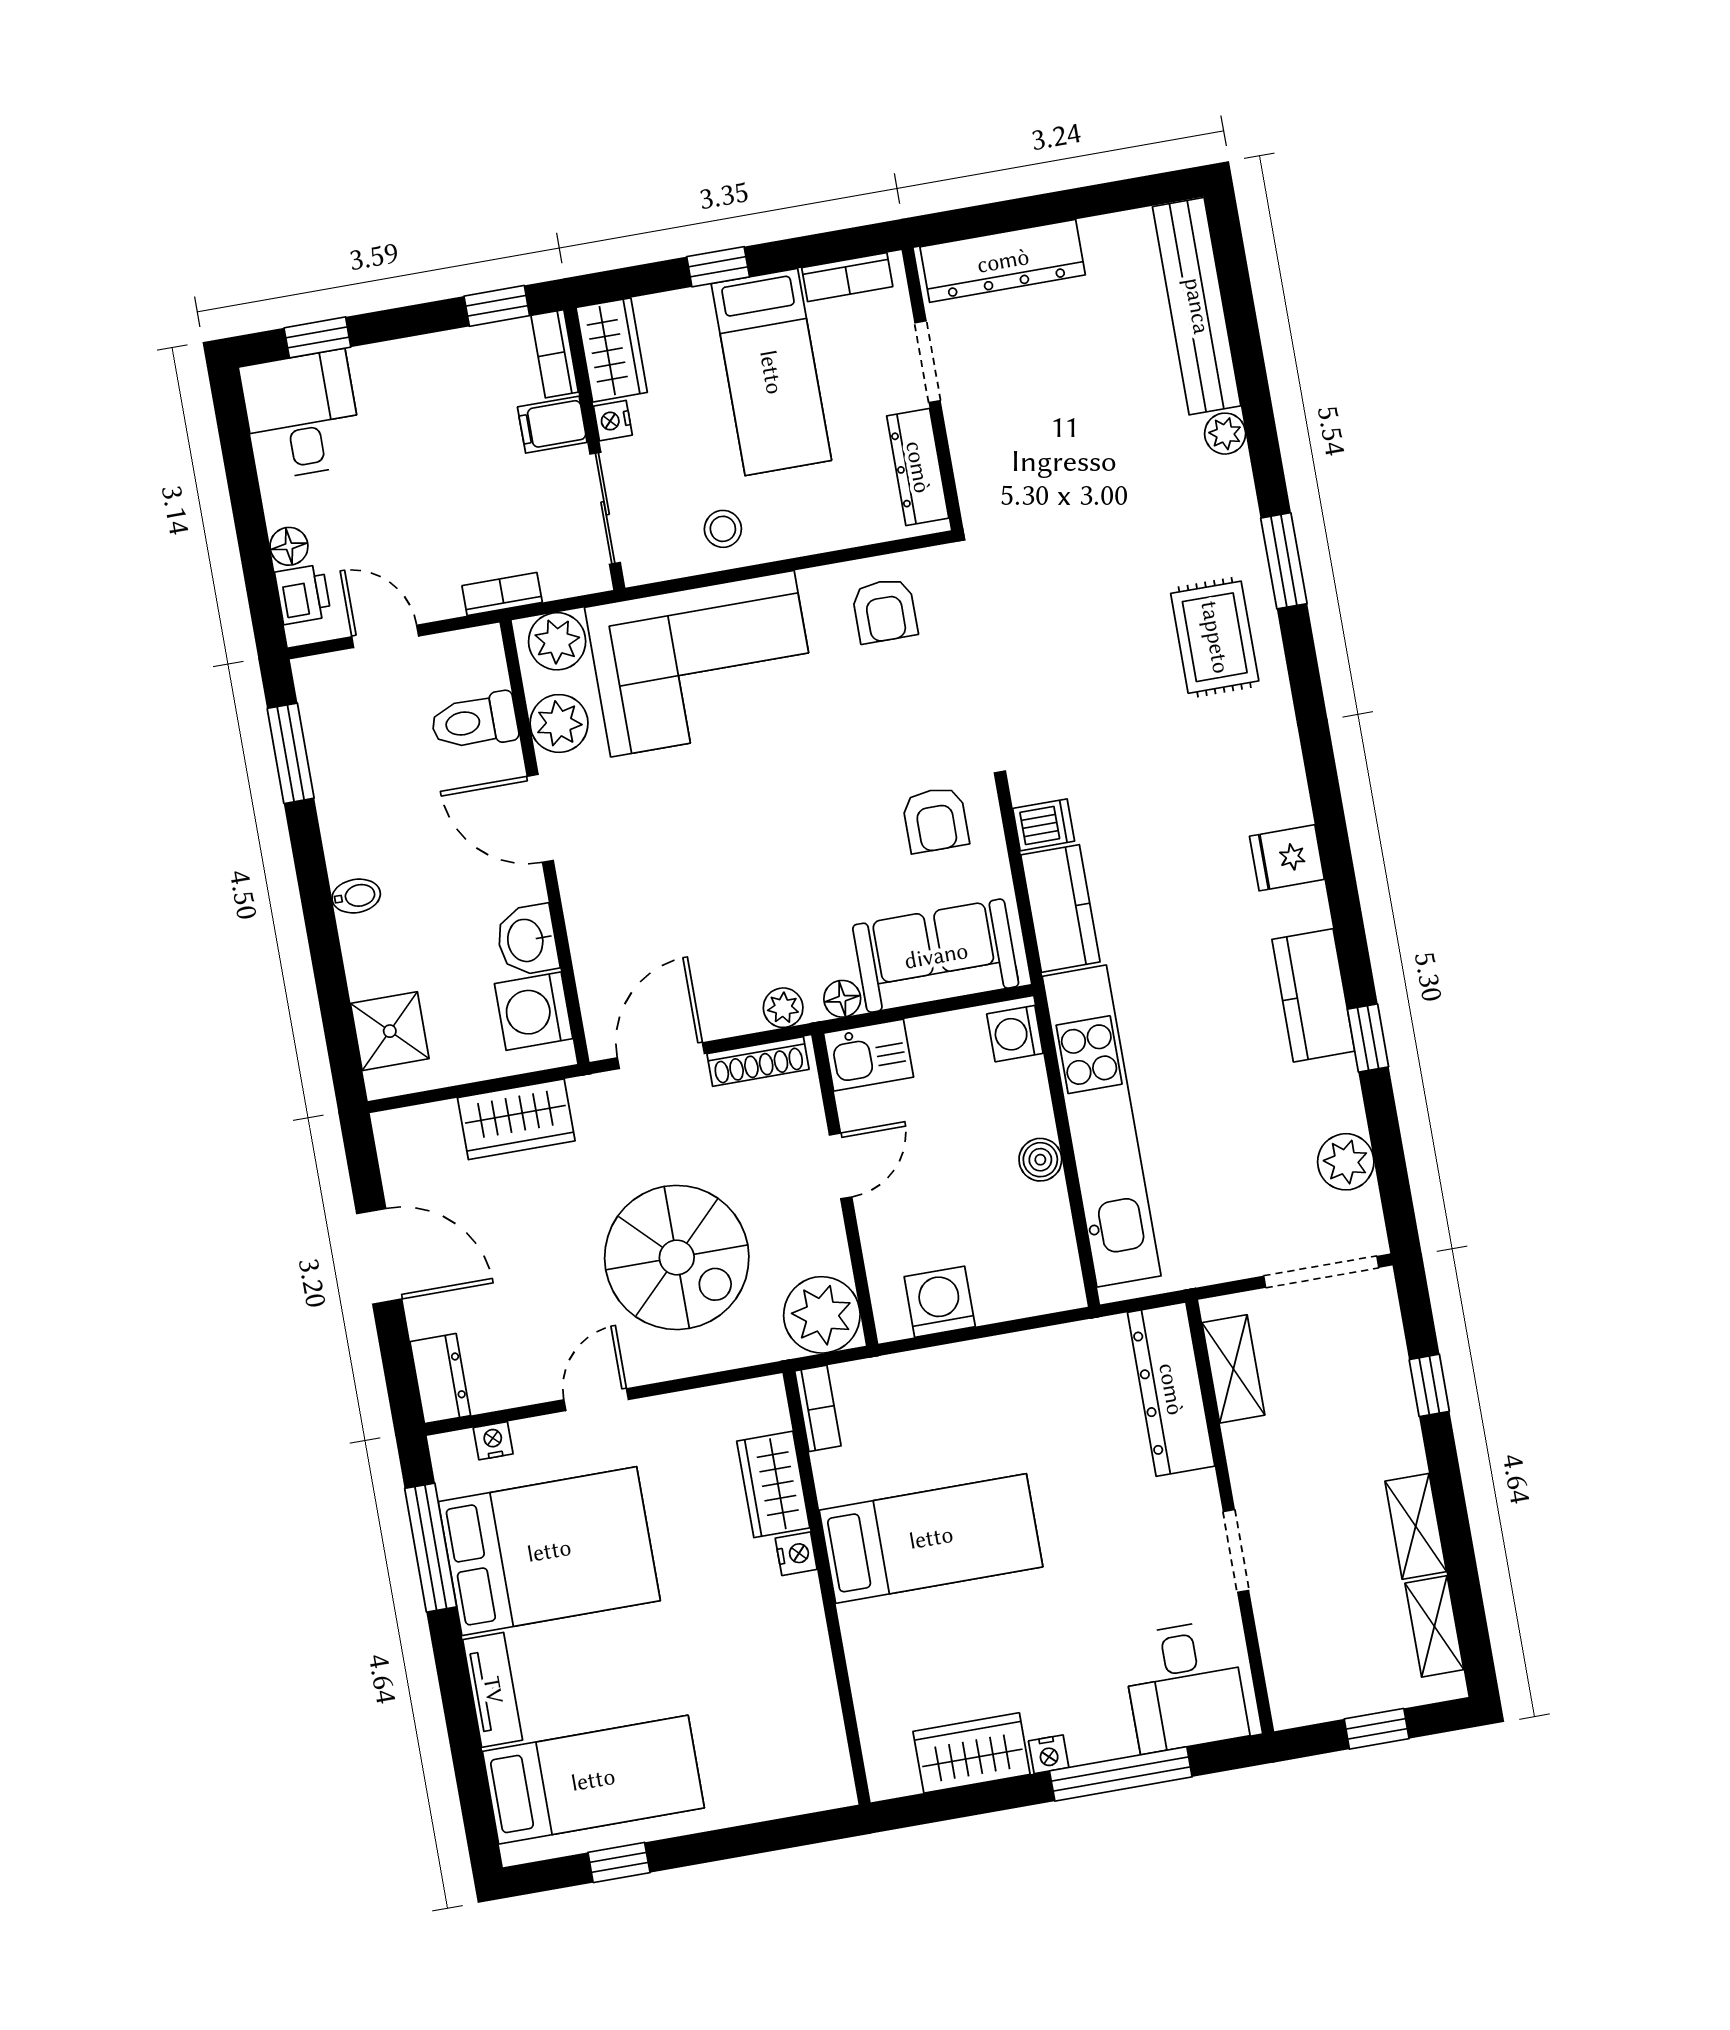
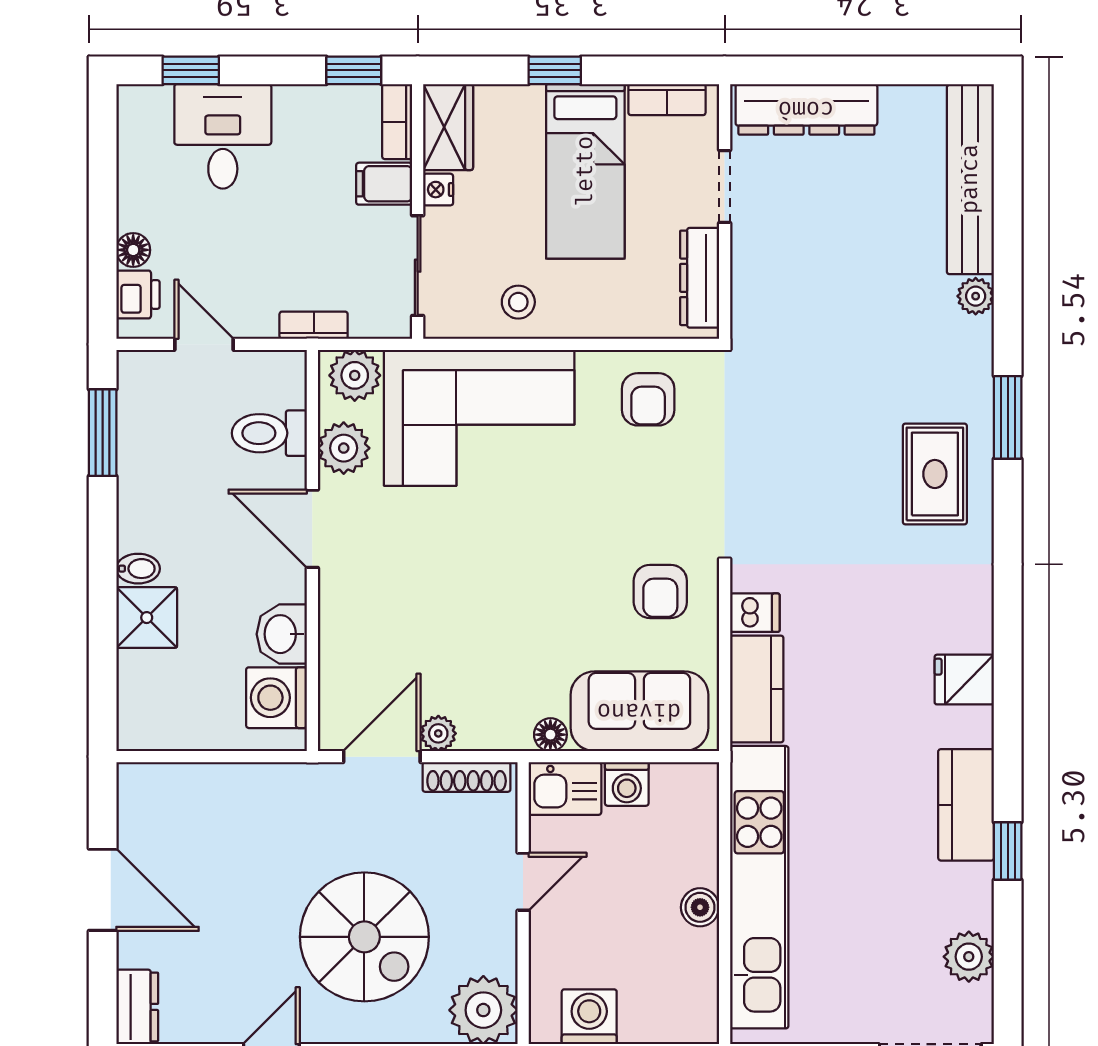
desk: (302, 415) -> (223, 136), moved
plant: (783, 1008) -> (438, 733), moved
shower: (390, 1031) -> (147, 618), moved
washing machine: (1015, 1034) -> (627, 784), moved, turned -90
wardrobe: (516, 1119) -> (244, 790), removed

